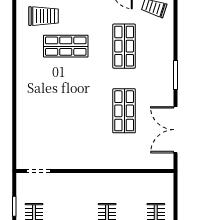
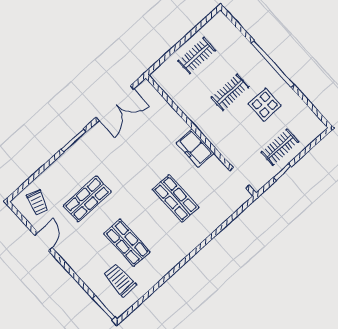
shop shelf: (124, 111) -> (176, 198), moved, turned 90
freezer: (90, 158) -> (195, 148), added

